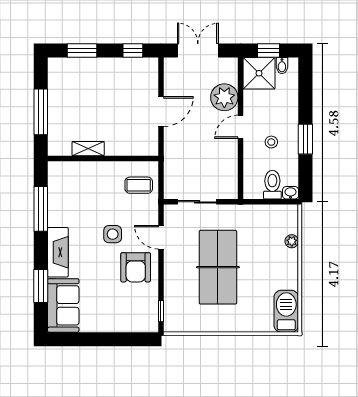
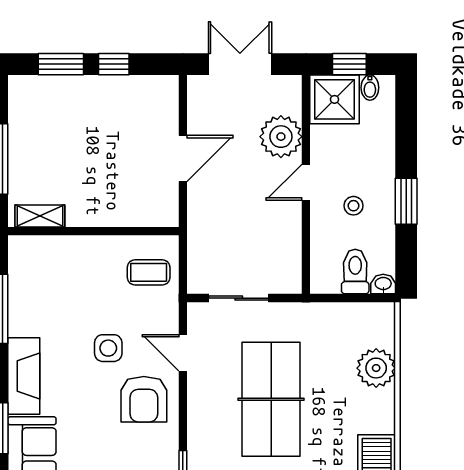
window: (133, 50) -> (114, 64), moved
shelving: (88, 149) -> (40, 216), moved
plant: (292, 241) -> (376, 368), width x1.88, depth x1.88

